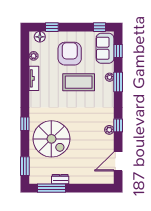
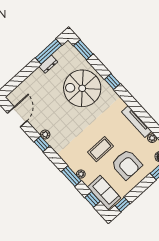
tv unit: (34, 78) -> (137, 121), width x1.41
coffee table: (79, 82) -> (101, 149), width x0.73, depth x0.76

